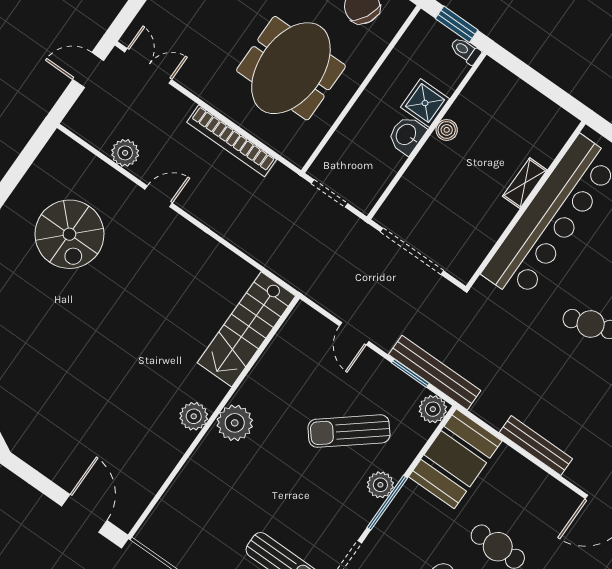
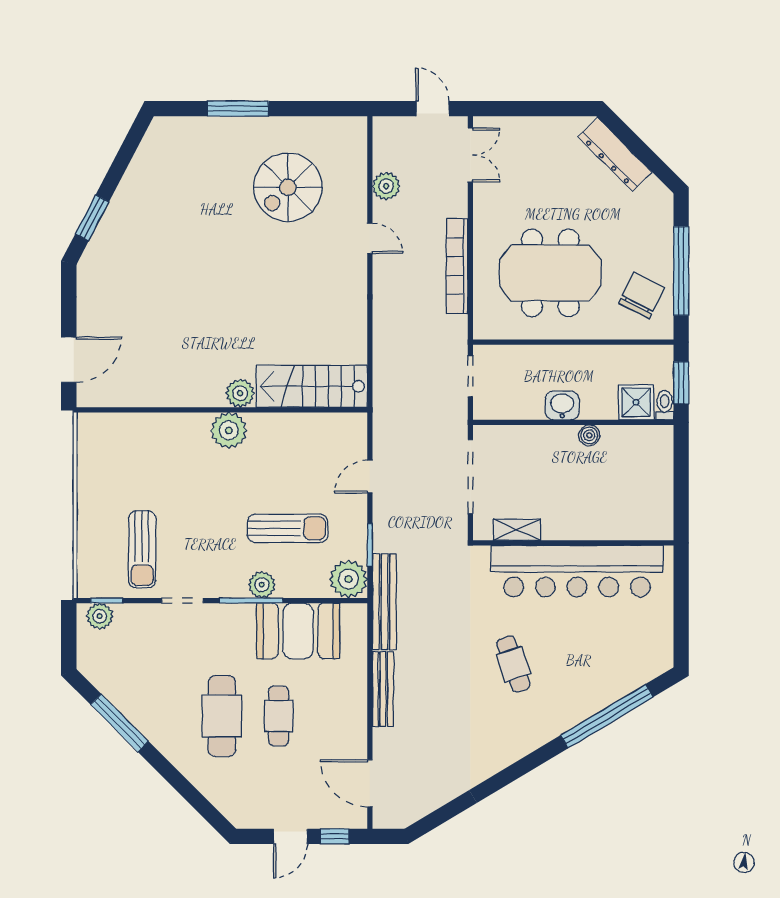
shower: (425, 103) -> (636, 402), moved
shelving: (525, 183) -> (517, 530), moved
bench: (435, 373) -> (384, 602), moved
plant: (433, 409) -> (349, 579), width x1.36, depth x1.36
plant: (194, 416) -> (240, 393), moved
sun lounger: (349, 431) -> (288, 528), turned 129
booth: (455, 459) -> (298, 631), moved

